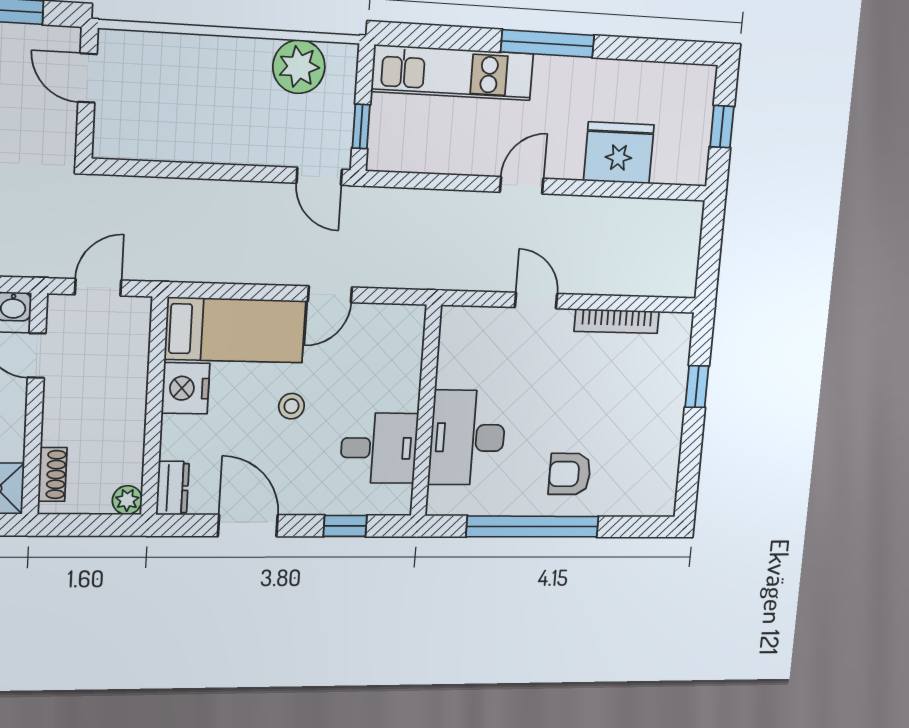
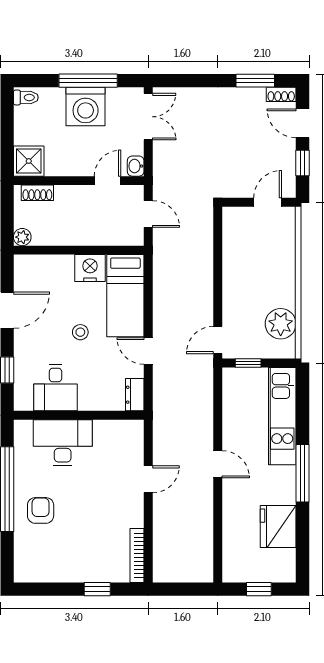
fridge: (619, 153) -> (278, 527), moved, turned 180
bookcase: (617, 321) -> (137, 555), moved
dresser: (173, 488) -> (135, 395), moved, turned 90

